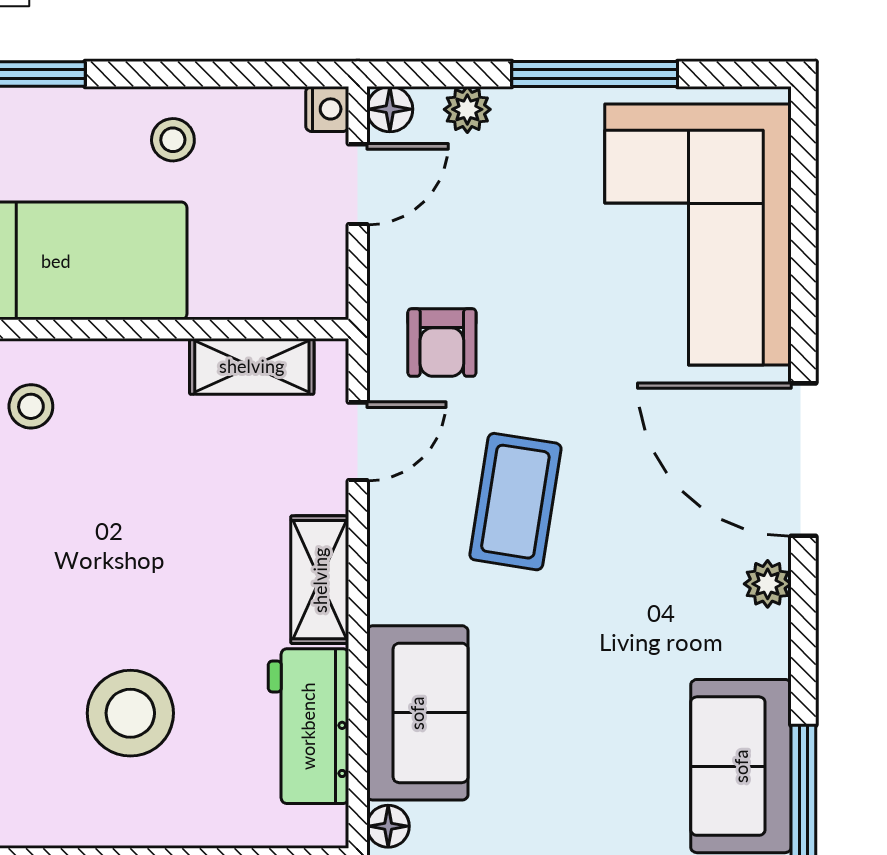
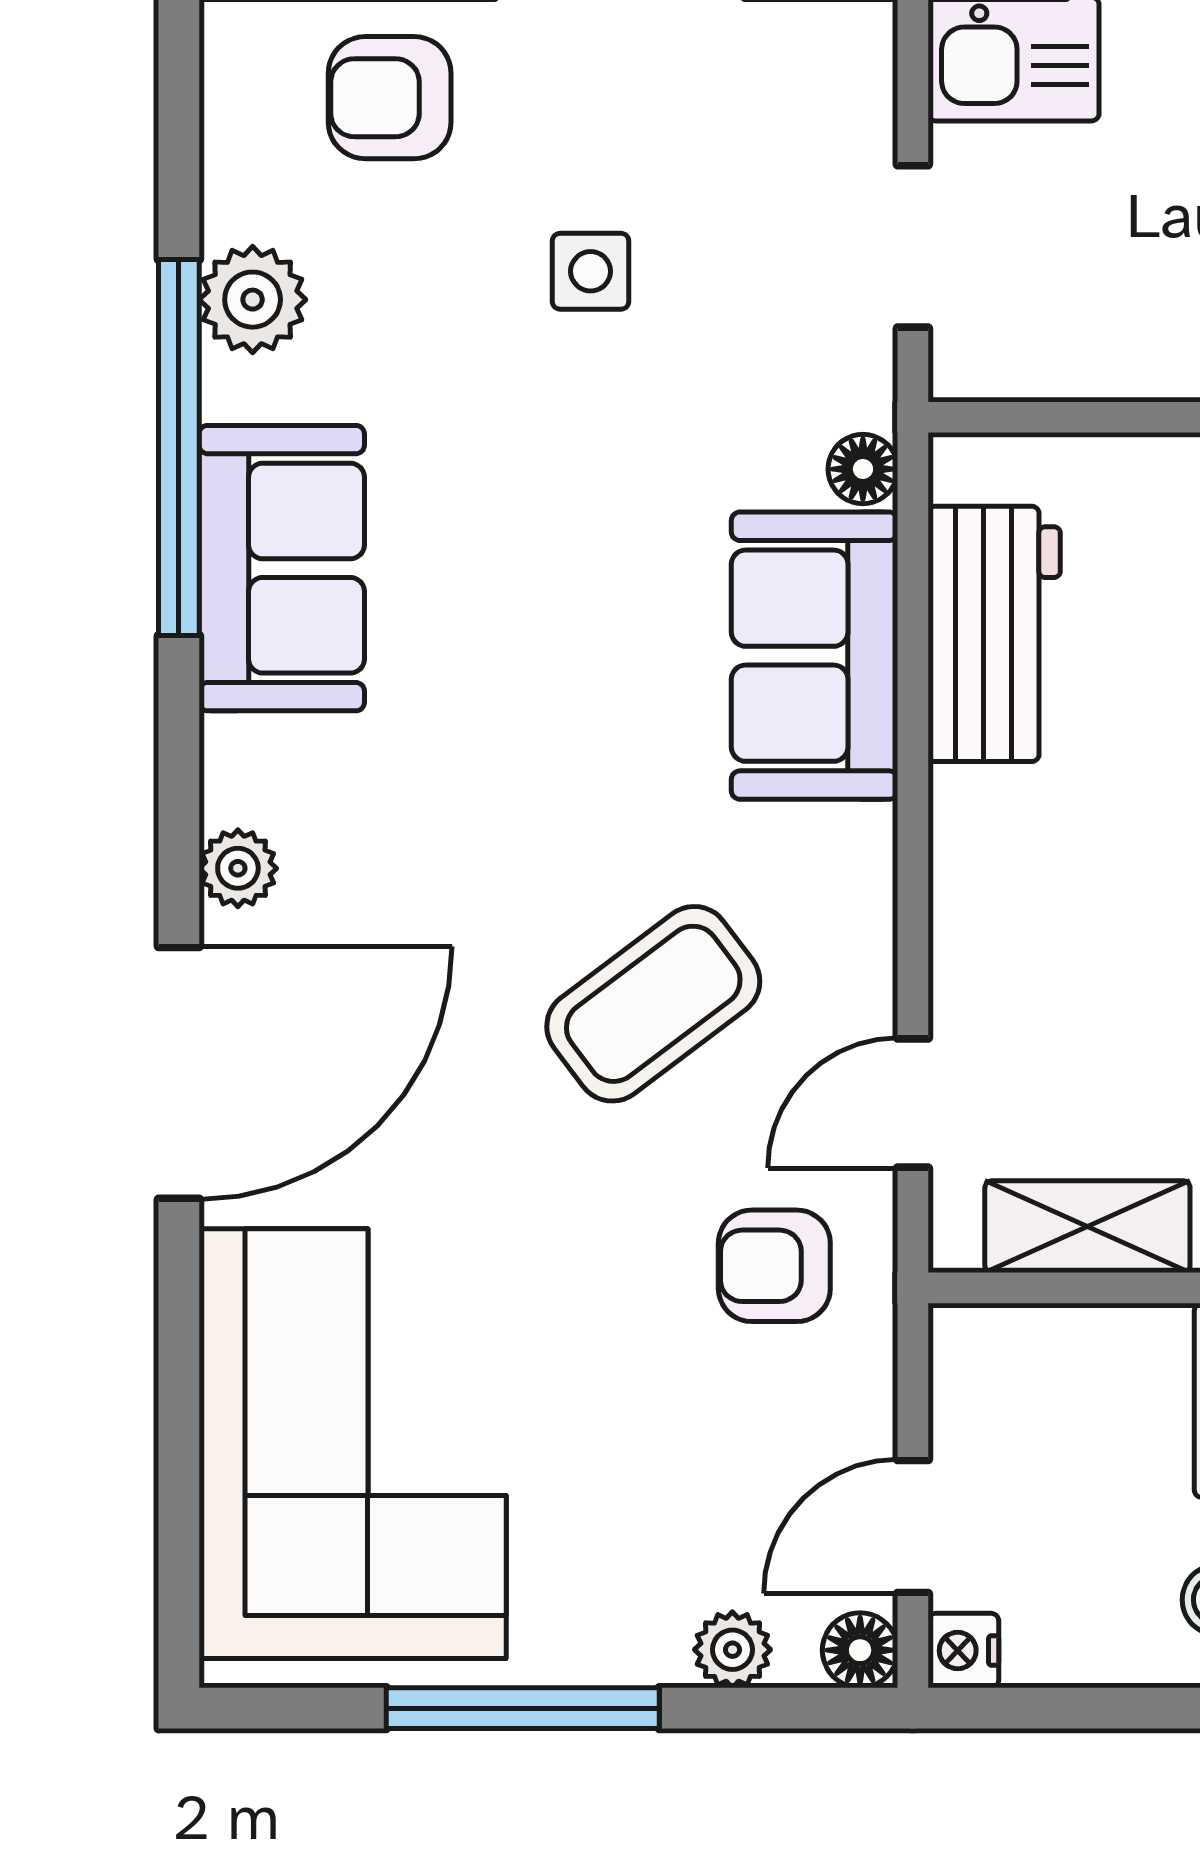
armchair: (442, 343) -> (774, 1266), turned -90
door: (803, 460) -> (179, 1073), hinge flipped
coffee table: (515, 502) -> (653, 1004), turned 44
shelving: (320, 580) -> (976, 875), removed

